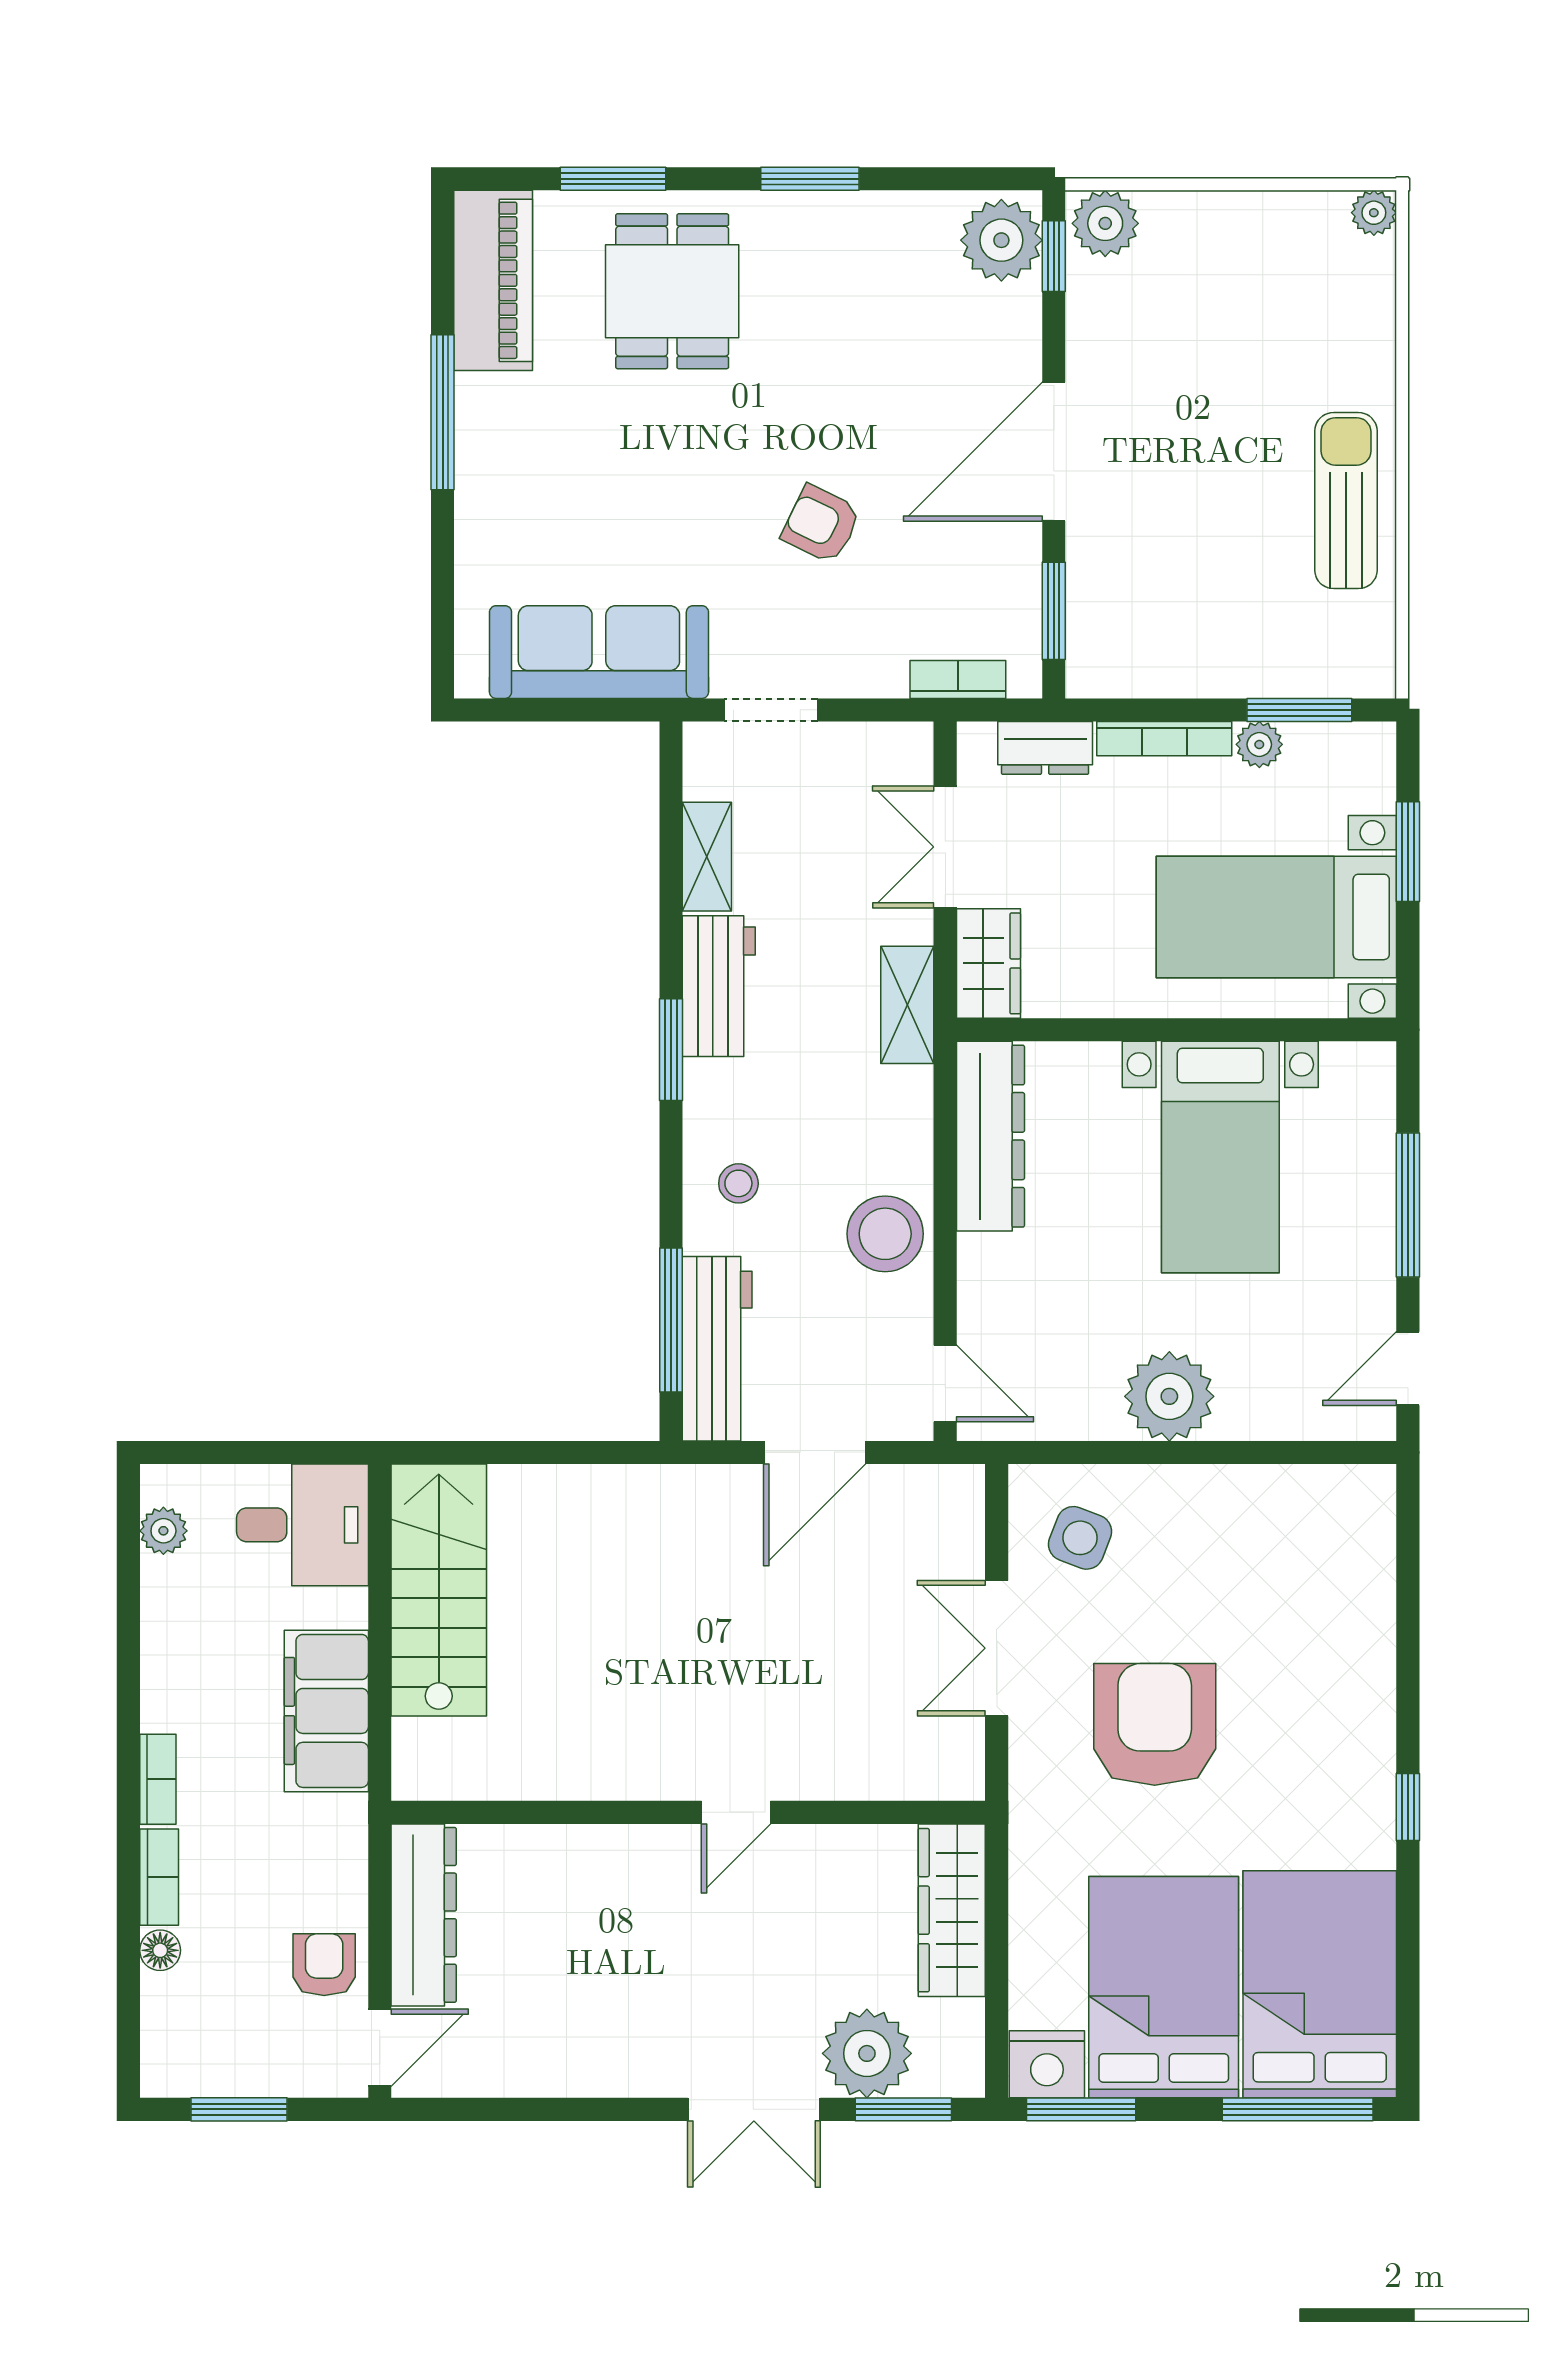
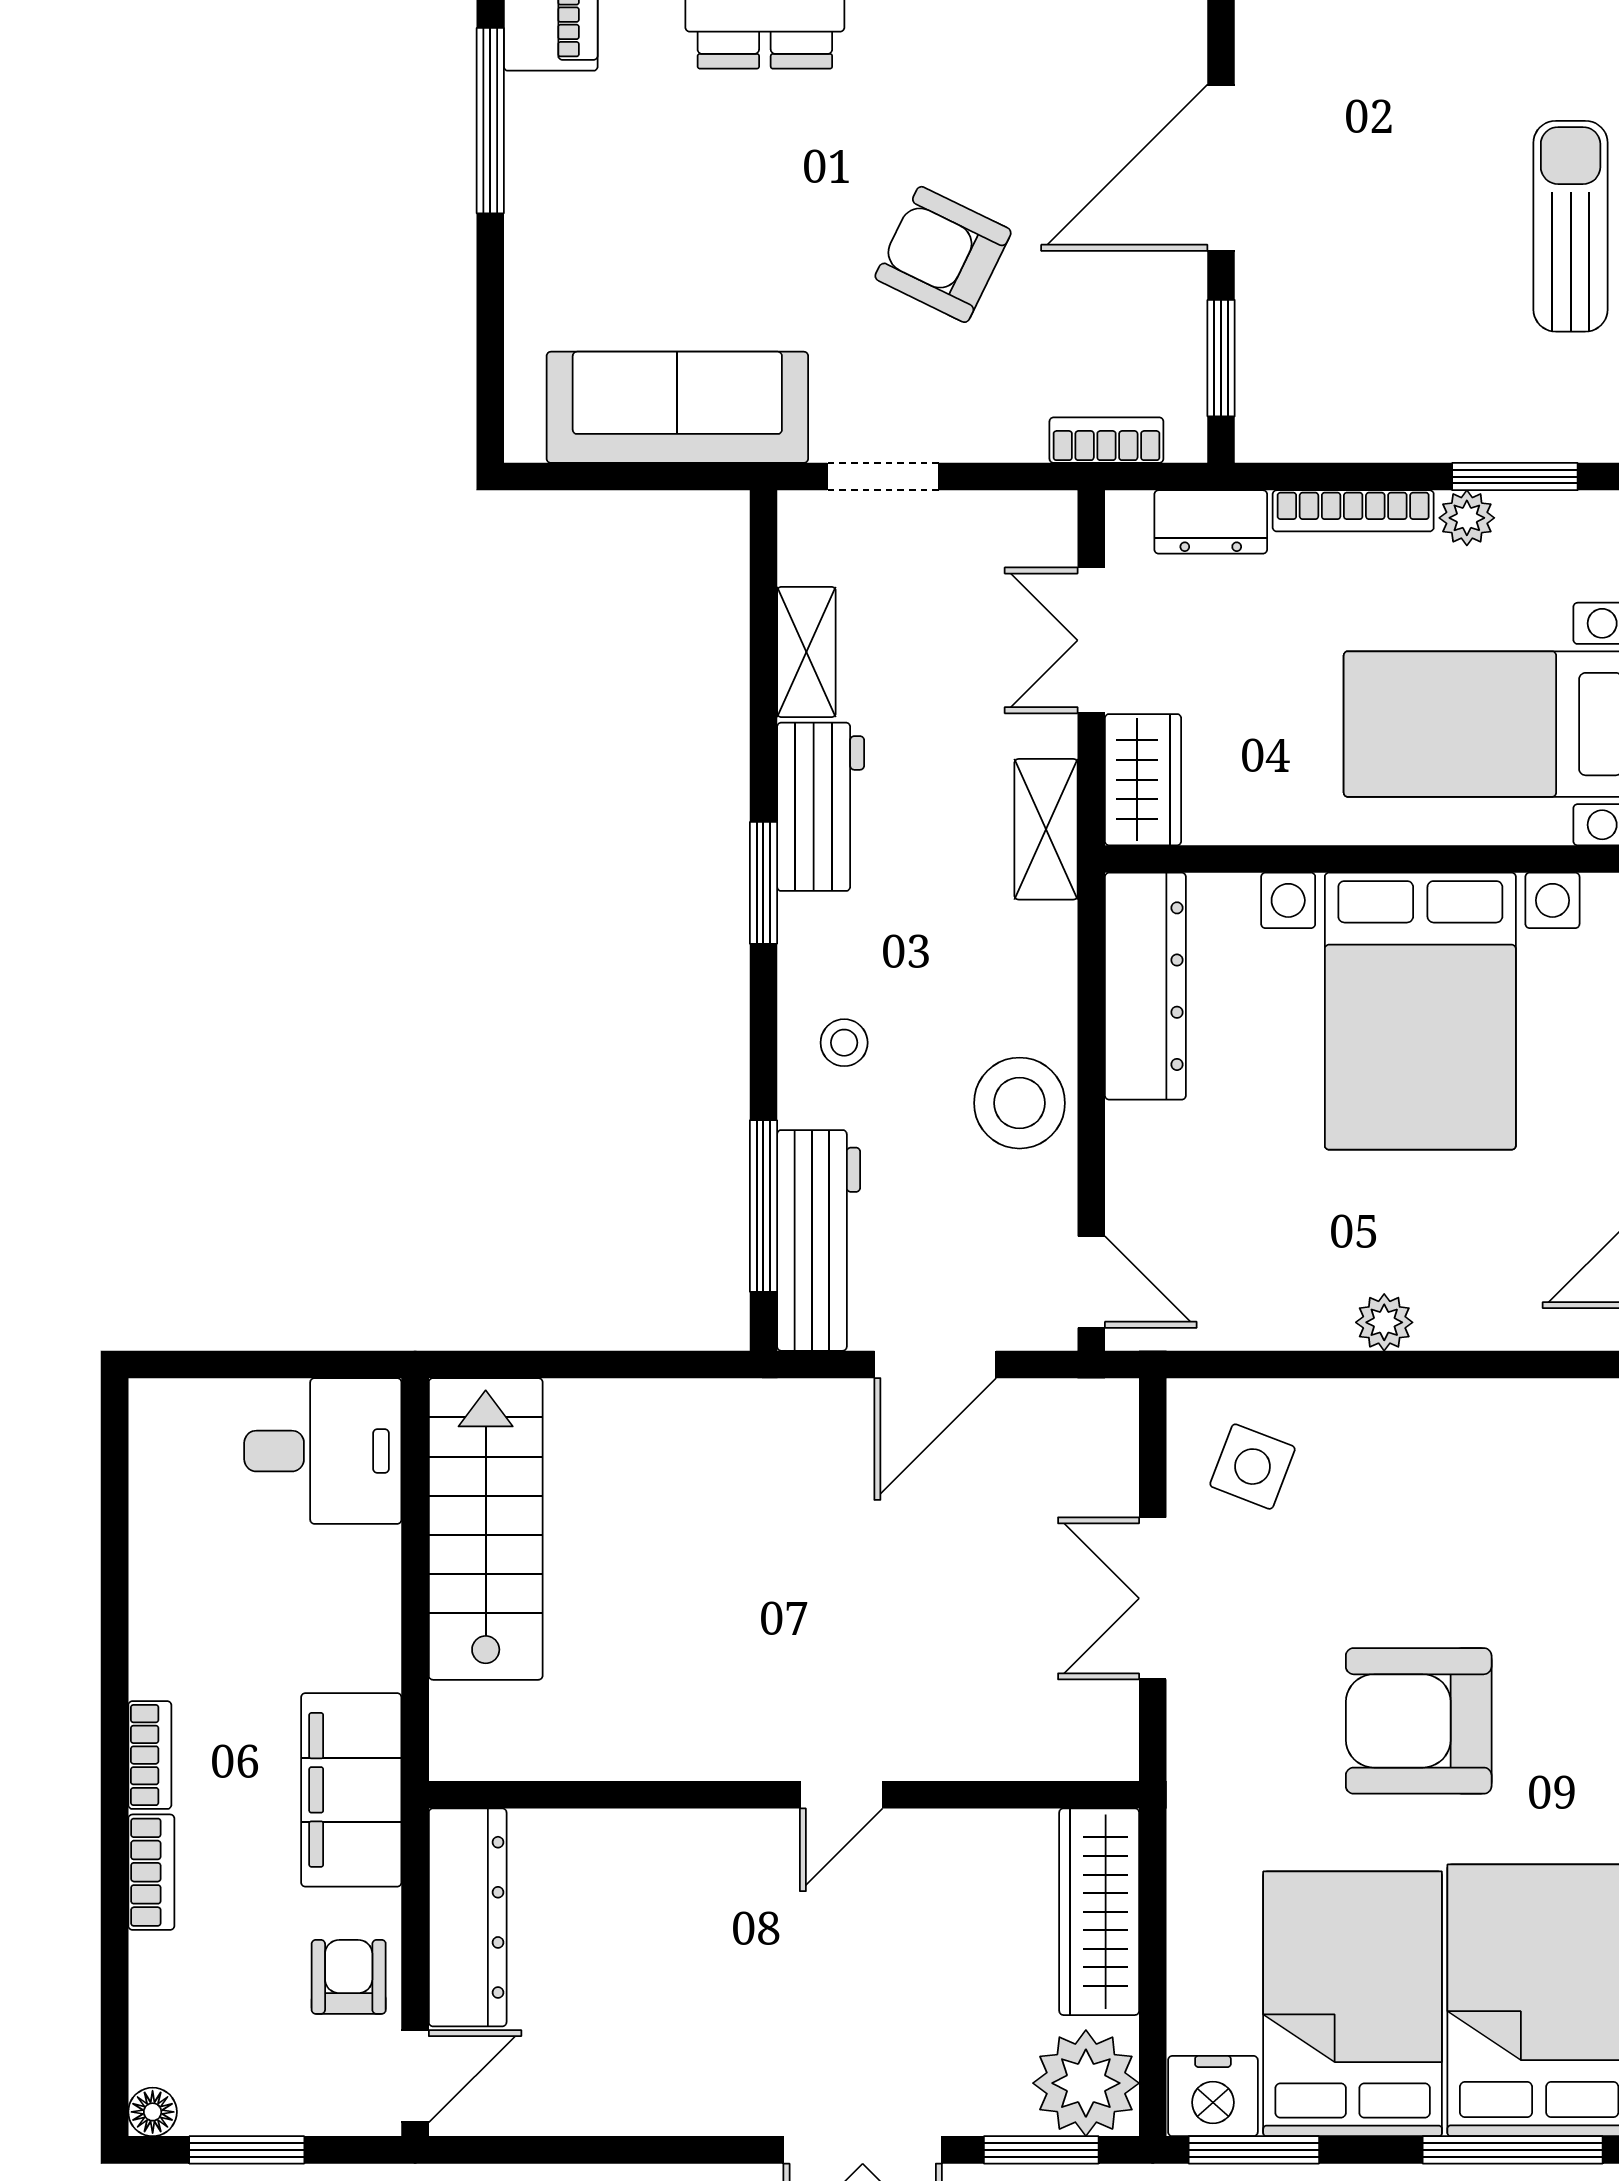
armchair: (821, 524) -> (943, 254), width x1.38, depth x1.38
bed with nightstands: (1220, 1157) -> (1420, 1011), width x1.36
plant: (1169, 1396) -> (1384, 1322), width x0.53, depth x0.53
plant: (163, 1531) -> (157, 1458), removed
filing cabinet: (326, 1711) -> (351, 1790), moved
armchair: (1155, 1724) -> (1419, 1721), moved, turned -90
floor lamp: (160, 1950) -> (153, 2112), moved
plant: (867, 2053) -> (1086, 2083), moved

